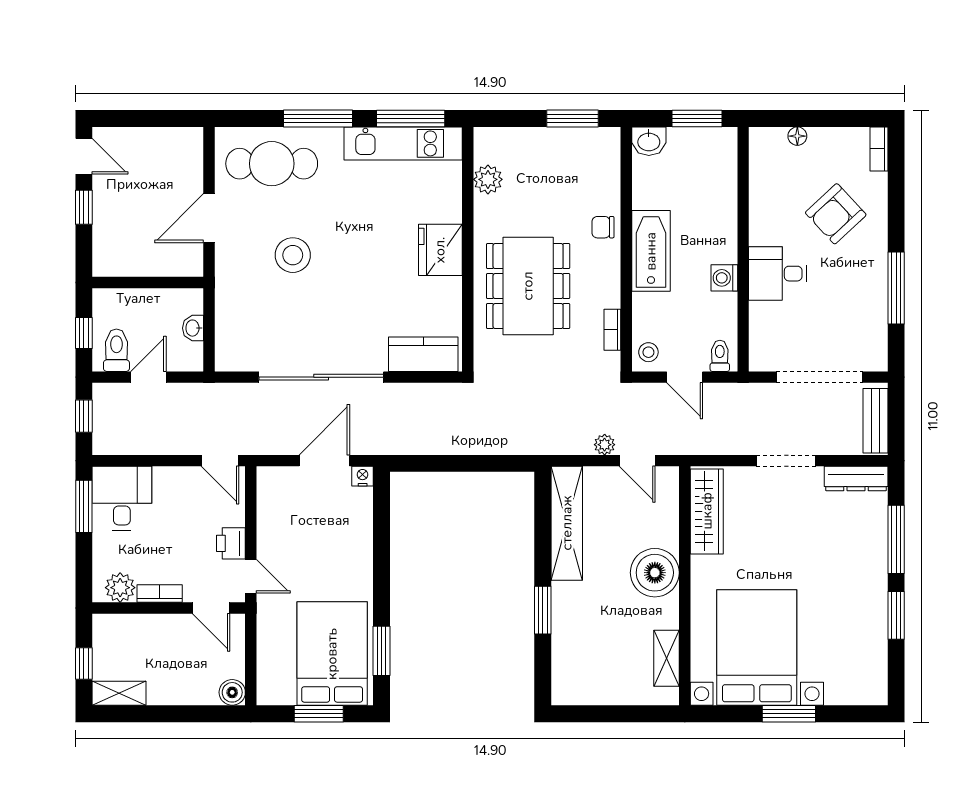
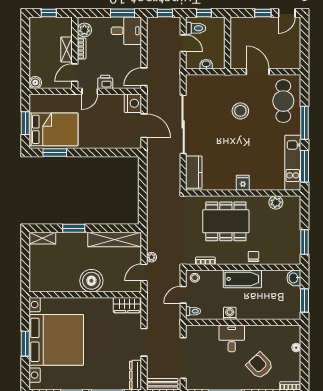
fridge: (440, 250) -> (243, 183), width x0.53, depth x0.75
nightstand: (363, 476) -> (133, 103), moved, width x1.89, depth x1.79
wardrobe: (707, 511) -> (127, 305), width x0.67
bed with nightstands: (757, 648) -> (56, 340), width x1.36
shelving: (666, 658) -> (42, 238), moved
shelving: (119, 693) -> (67, 49), moved

